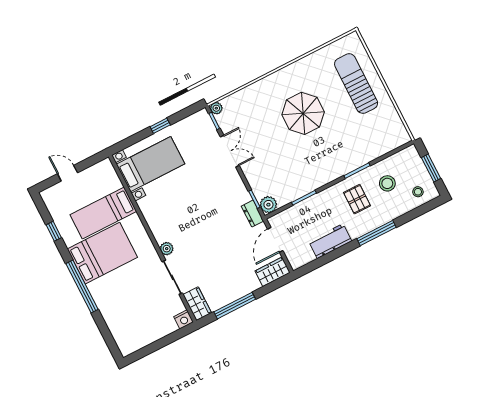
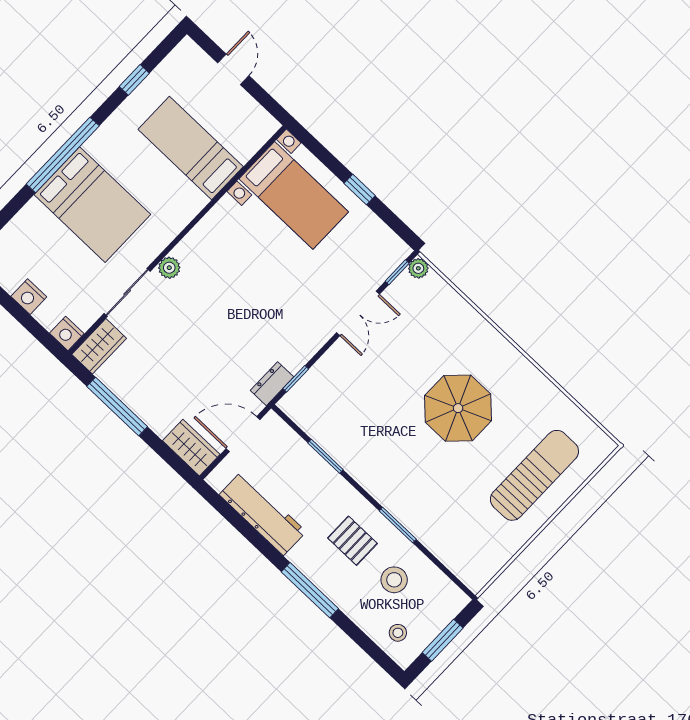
pallet: (357, 199) -> (353, 541), turned 90
plant: (268, 205) -> (295, 404), removed
workbench: (330, 241) -> (263, 513), width x1.38
bed: (102, 253) -> (92, 205), moved
nightstand: (155, 334) -> (29, 297), added

